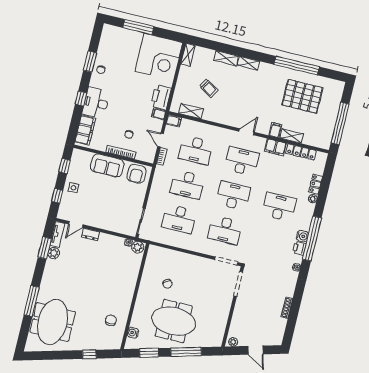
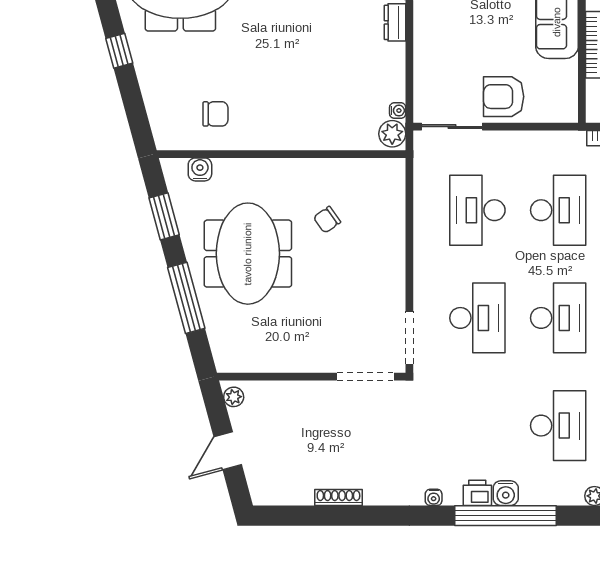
armchair: (136, 174) -> (504, 97), moved
desk: (187, 184) -> (558, 210), turned 180
desk: (225, 230) -> (477, 318), turned 180
window: (89, 354) -> (119, 51), moved

